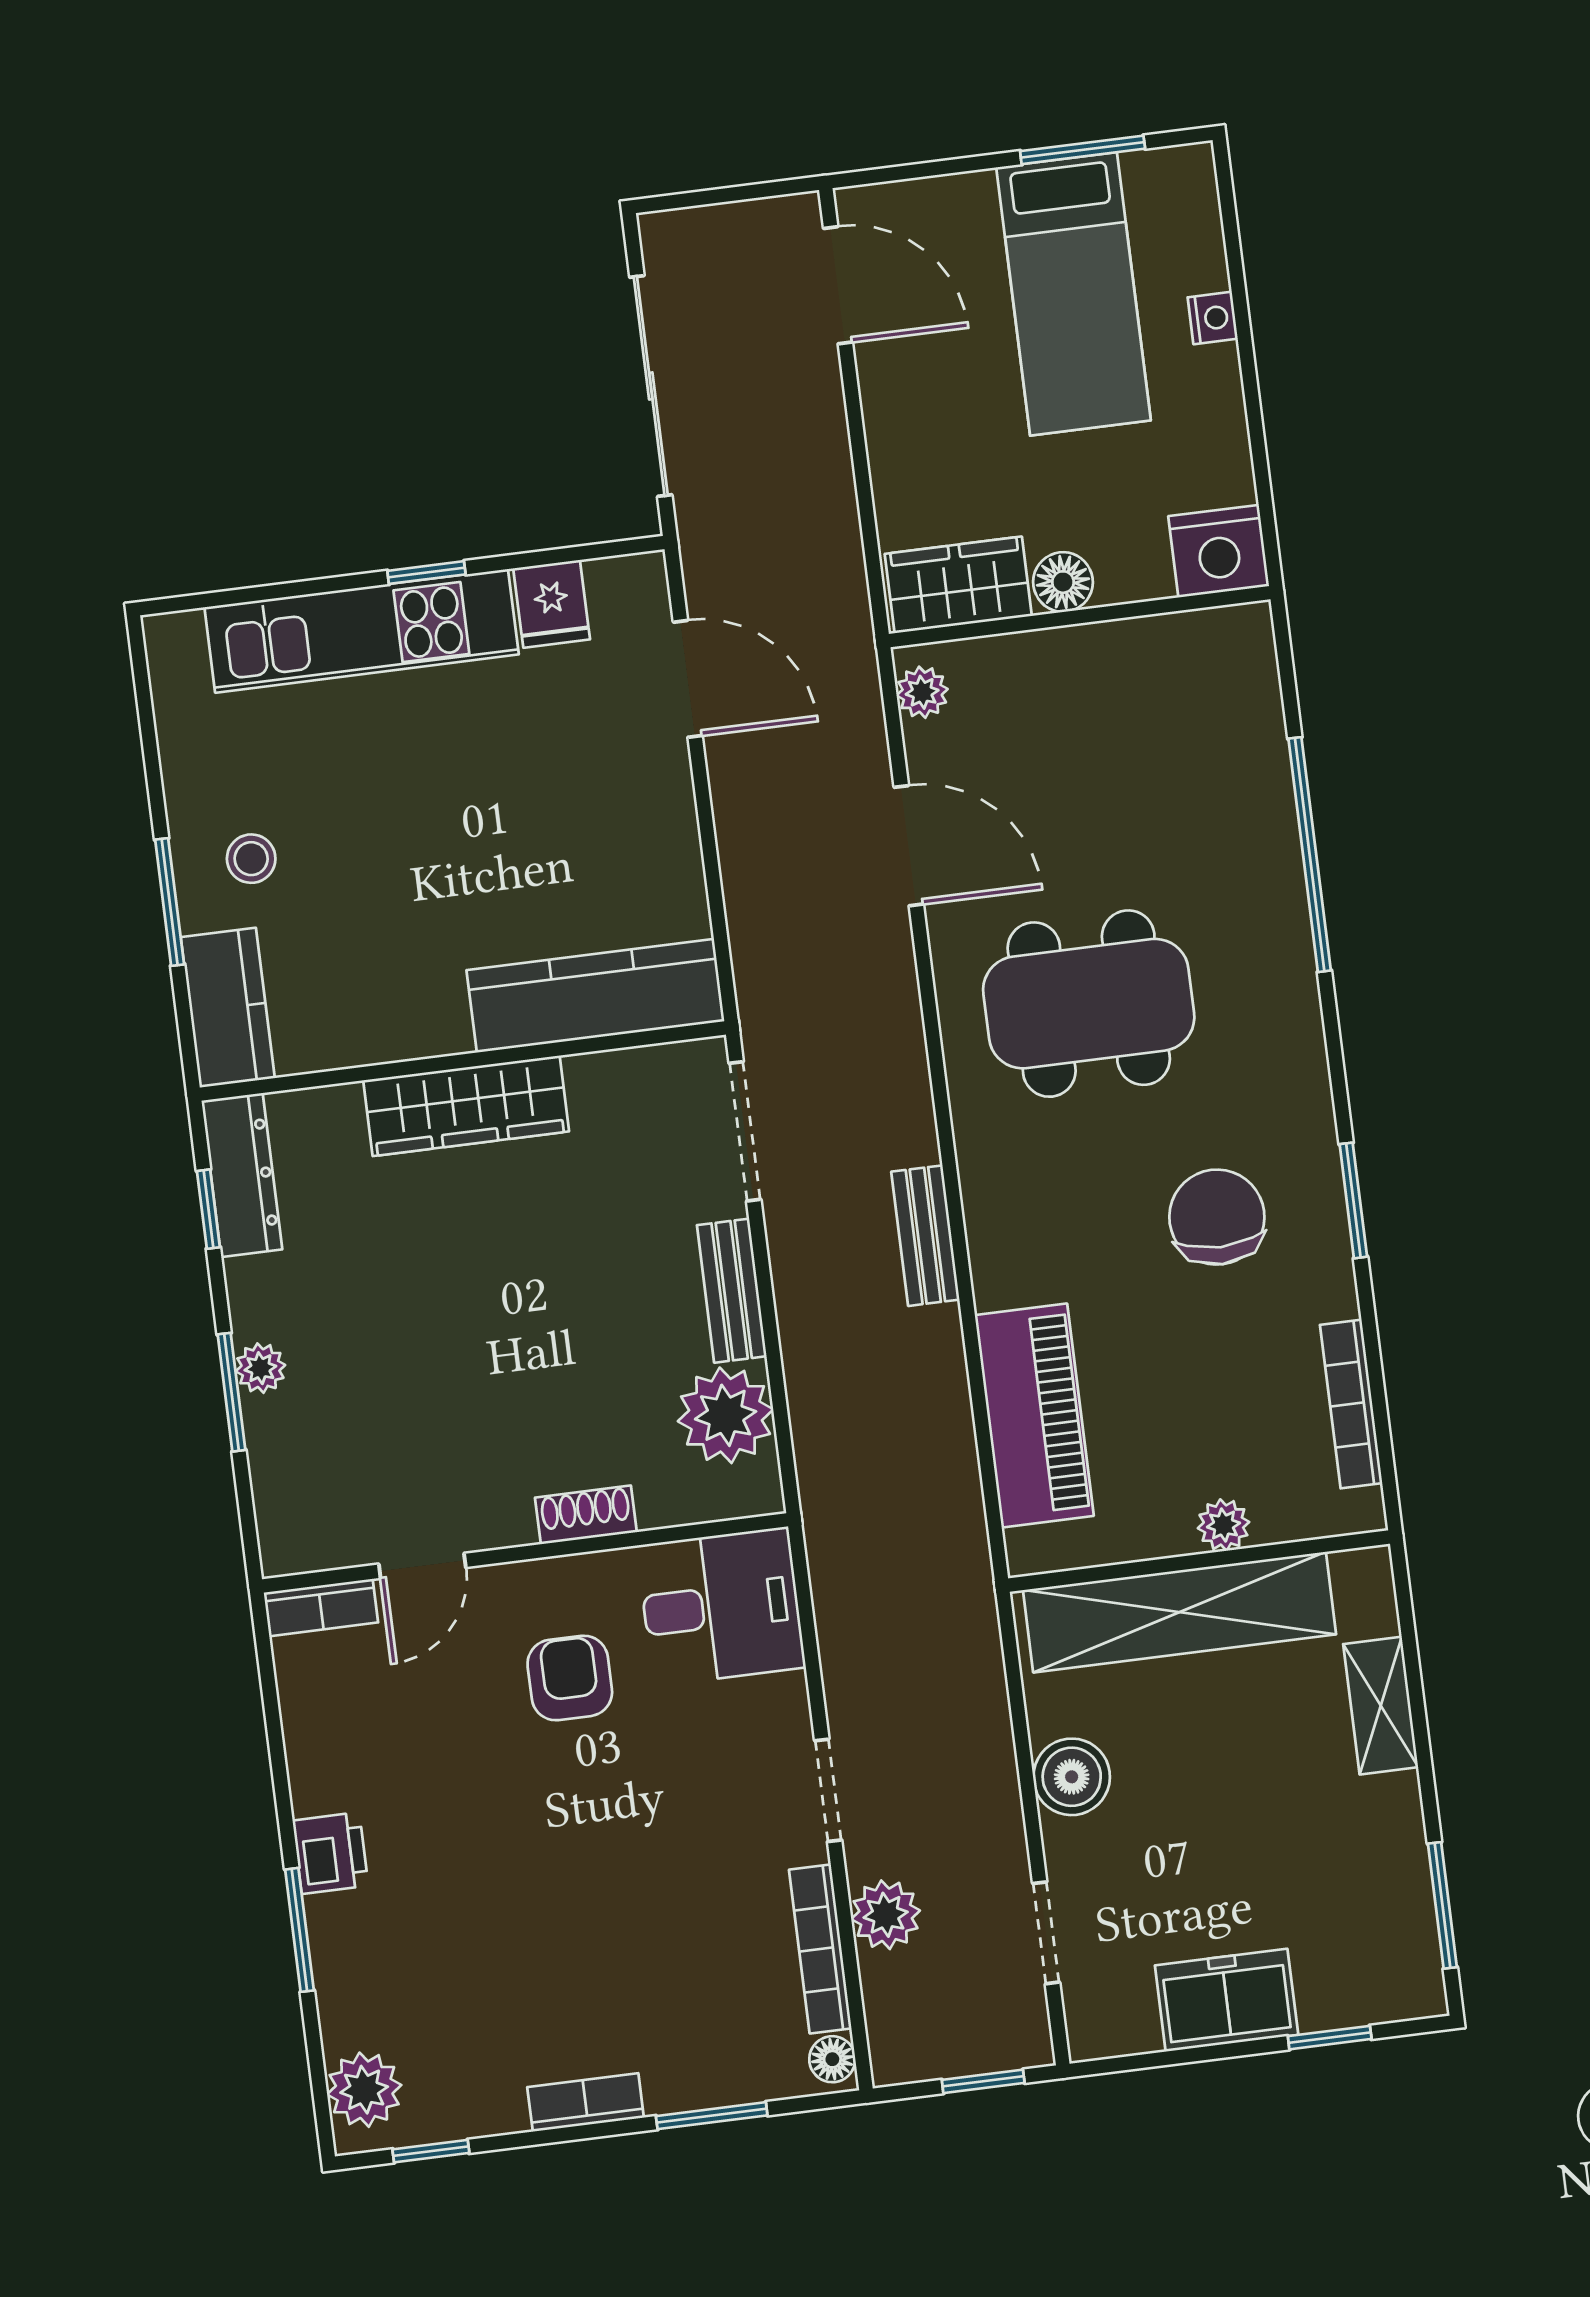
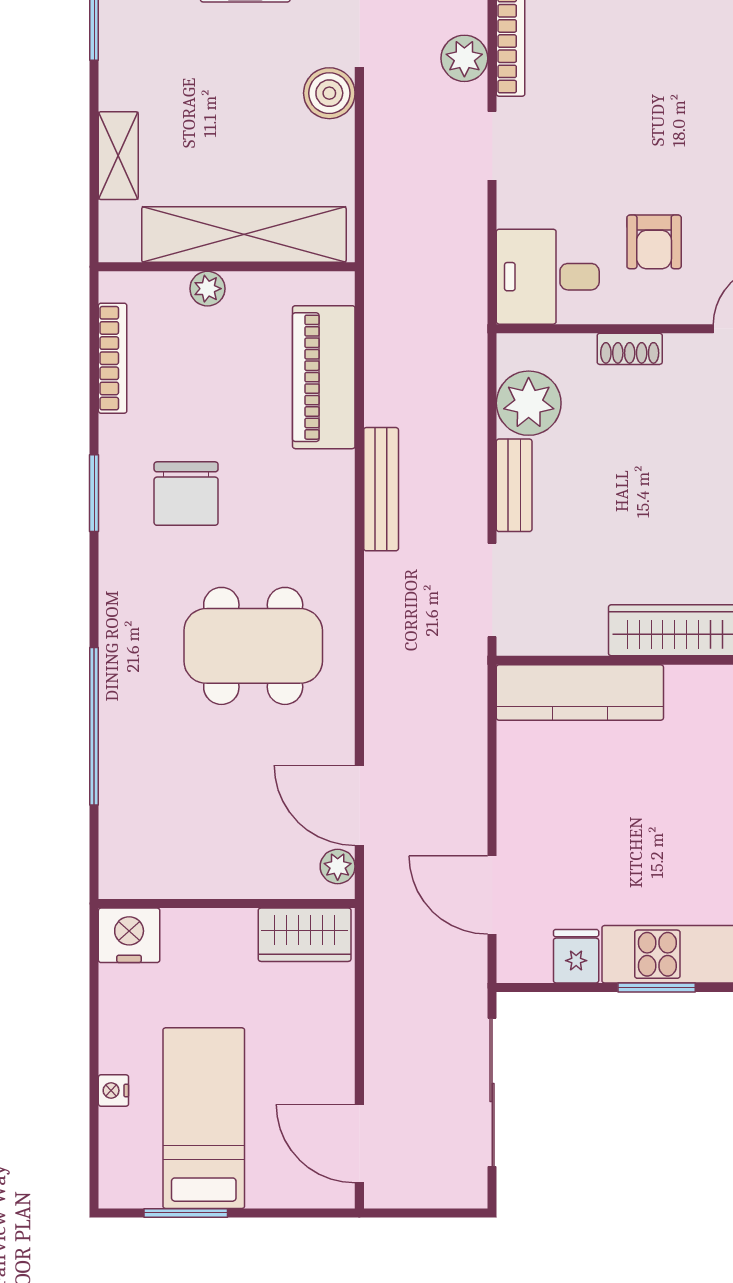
window: (426, 573) -> (657, 987), width x1.50
floor lamp: (1063, 582) -> (235, 928), removed
door: (909, 846) -> (359, 805), moved
bench: (925, 1236) -> (381, 489), width x1.36
boiler: (1072, 1777) -> (329, 93), moved

